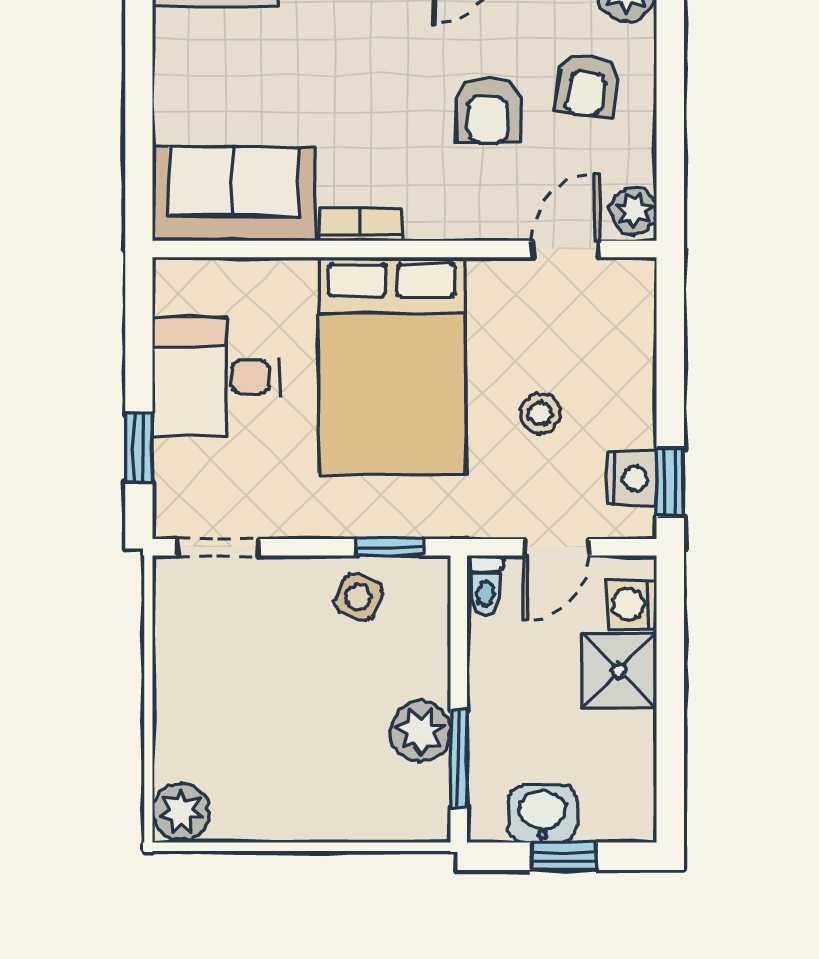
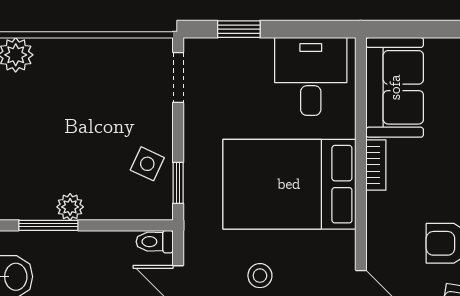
desk: (216, 377) -> (311, 76), moved
plant: (420, 731) -> (70, 207), width x0.73, depth x0.73

